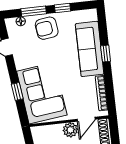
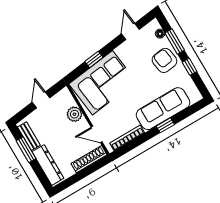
plant: (70, 130) -> (74, 114), moved

